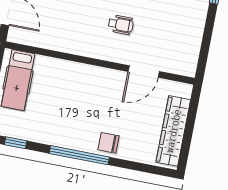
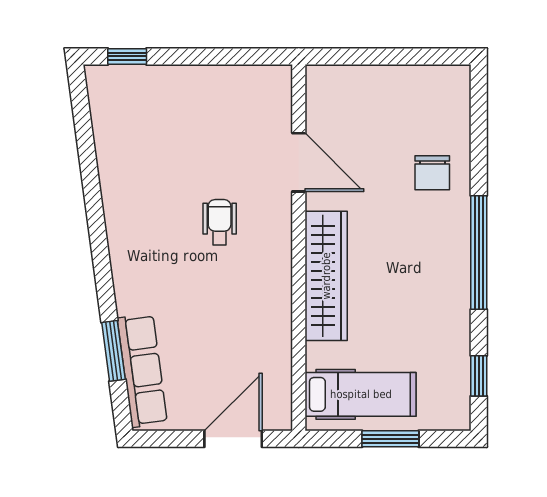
wardrobe: (173, 131) -> (326, 276), moved, turned -90
chair: (108, 143) -> (432, 173), moved

